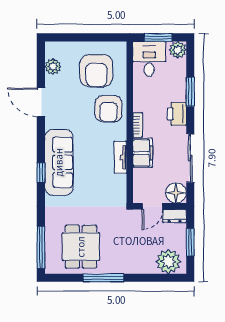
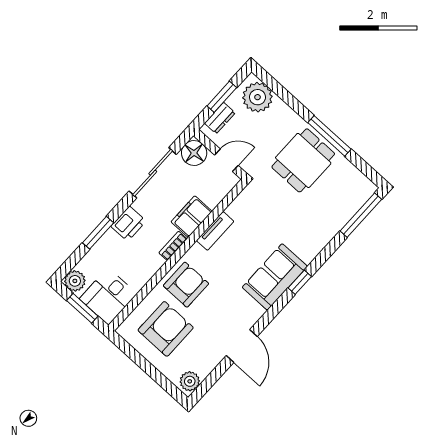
plant: (53, 67) -> (190, 381), moved
sofa: (59, 162) -> (275, 277), width x0.73
dresser: (175, 216) -> (220, 118), moved, turned 90
dining table: (81, 247) -> (303, 160), moved

